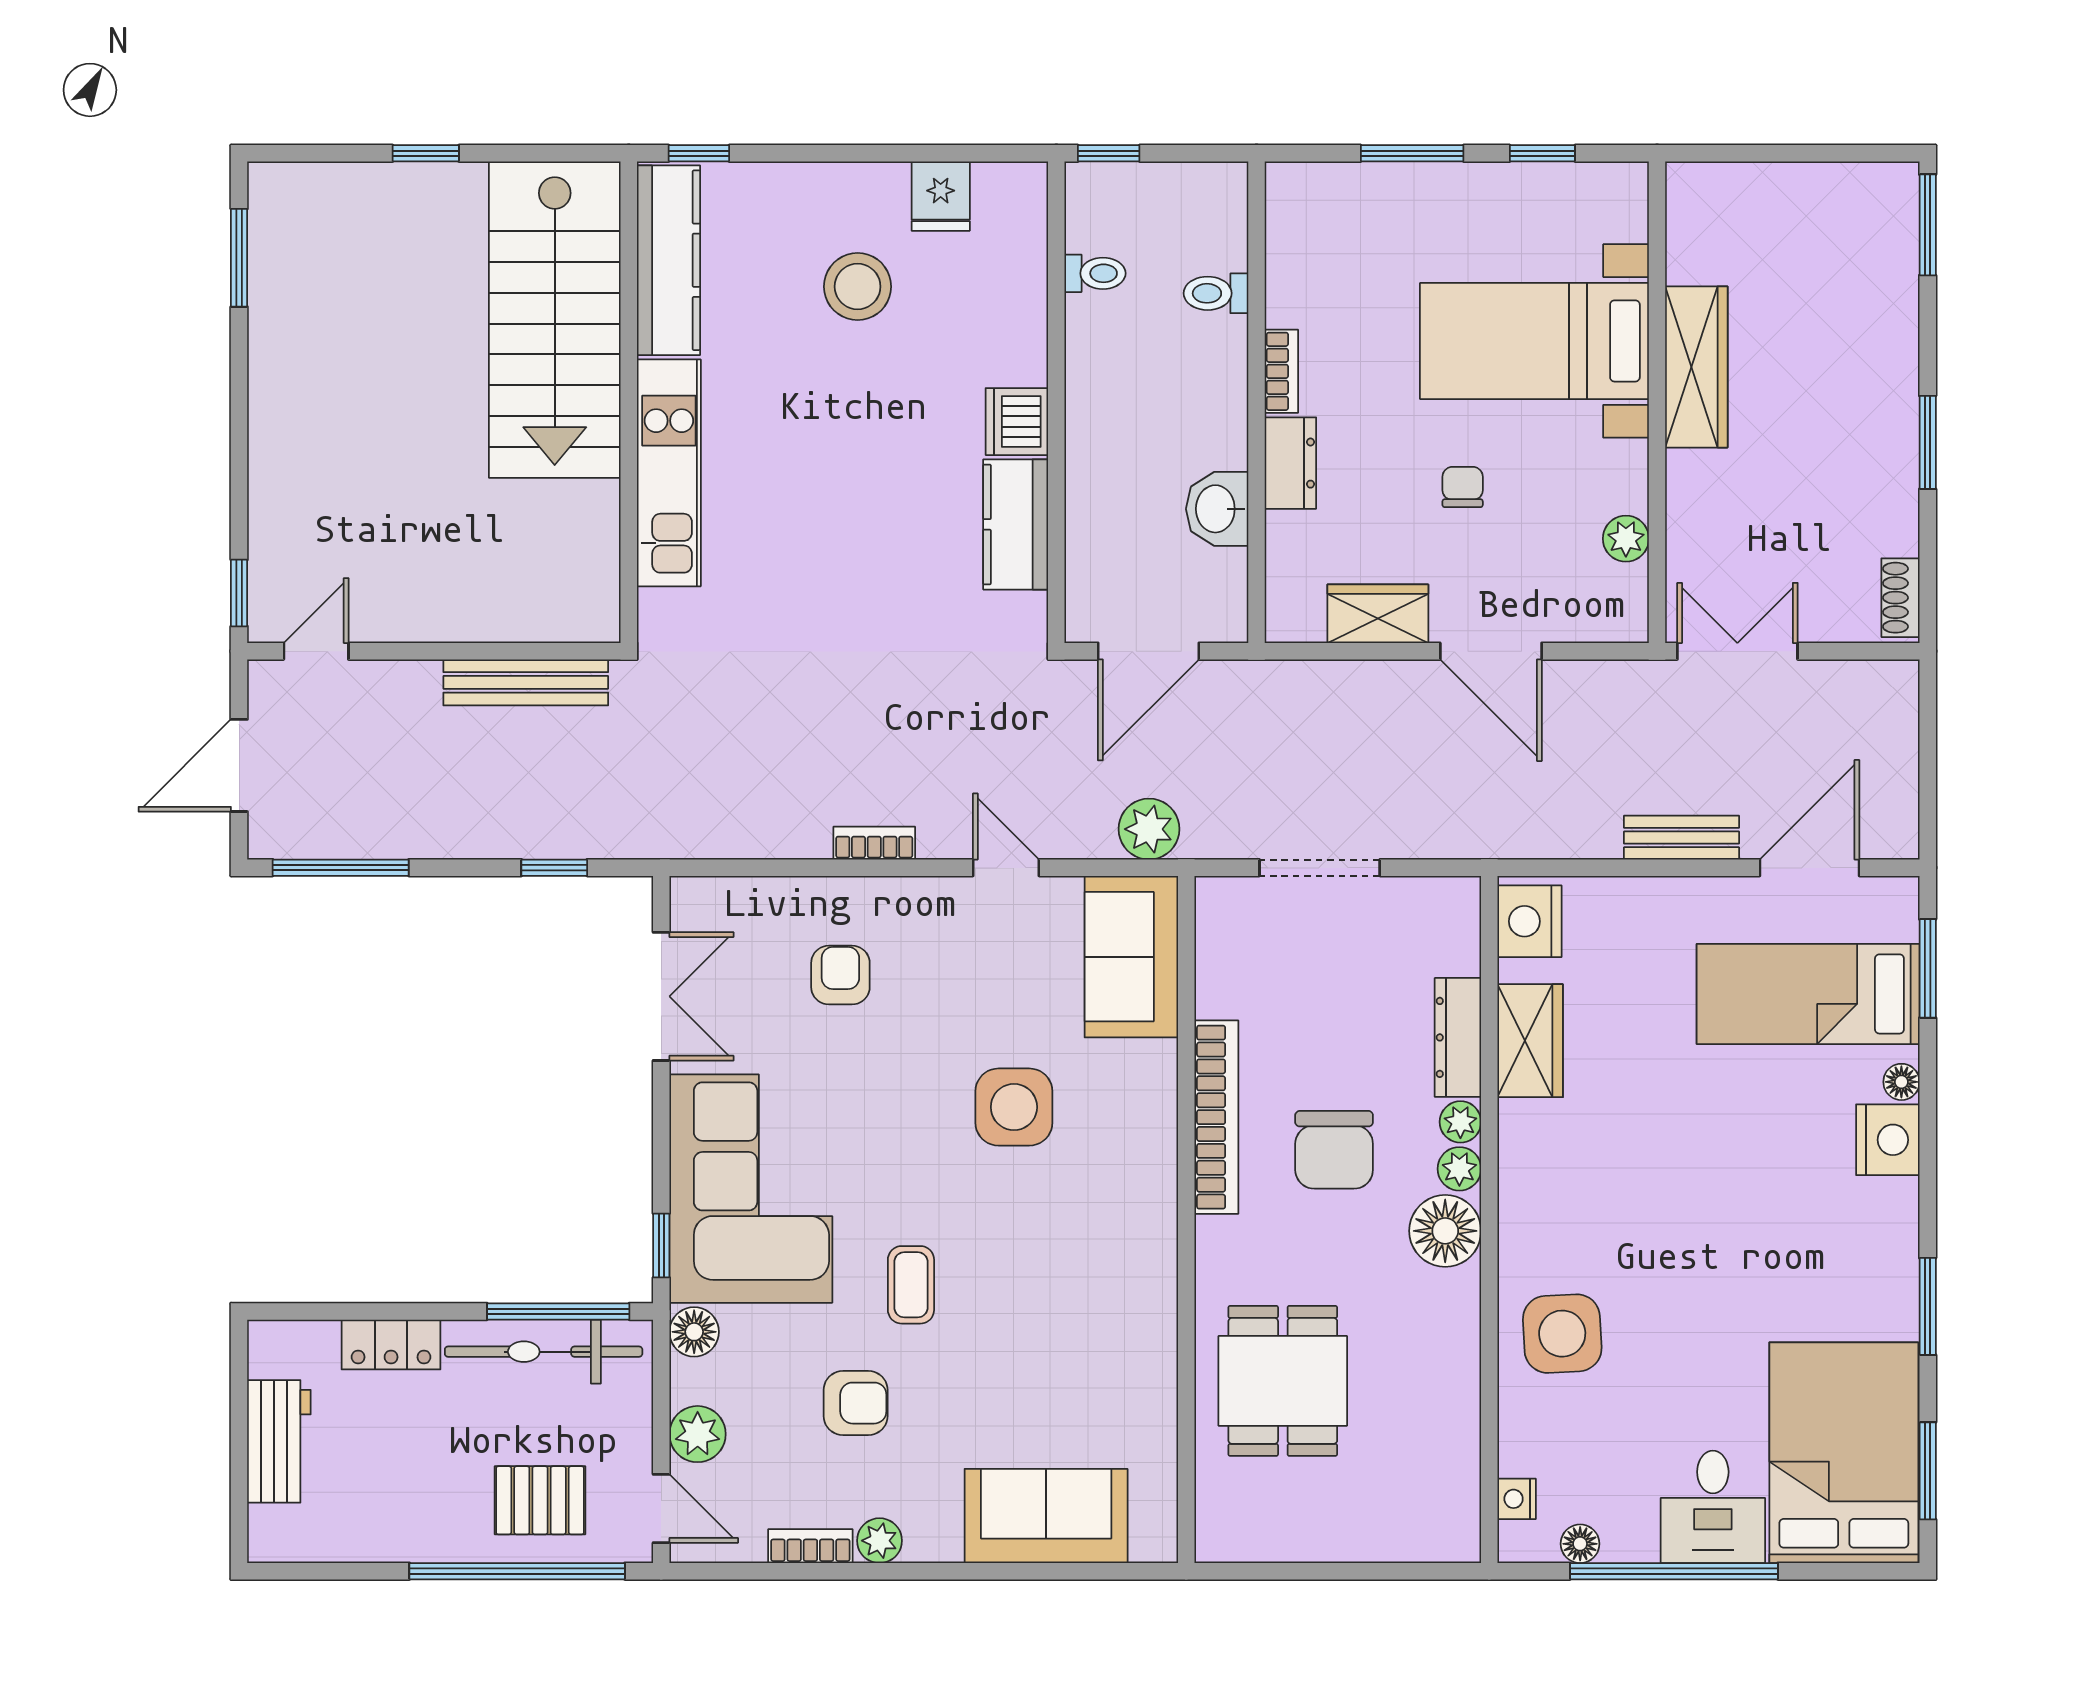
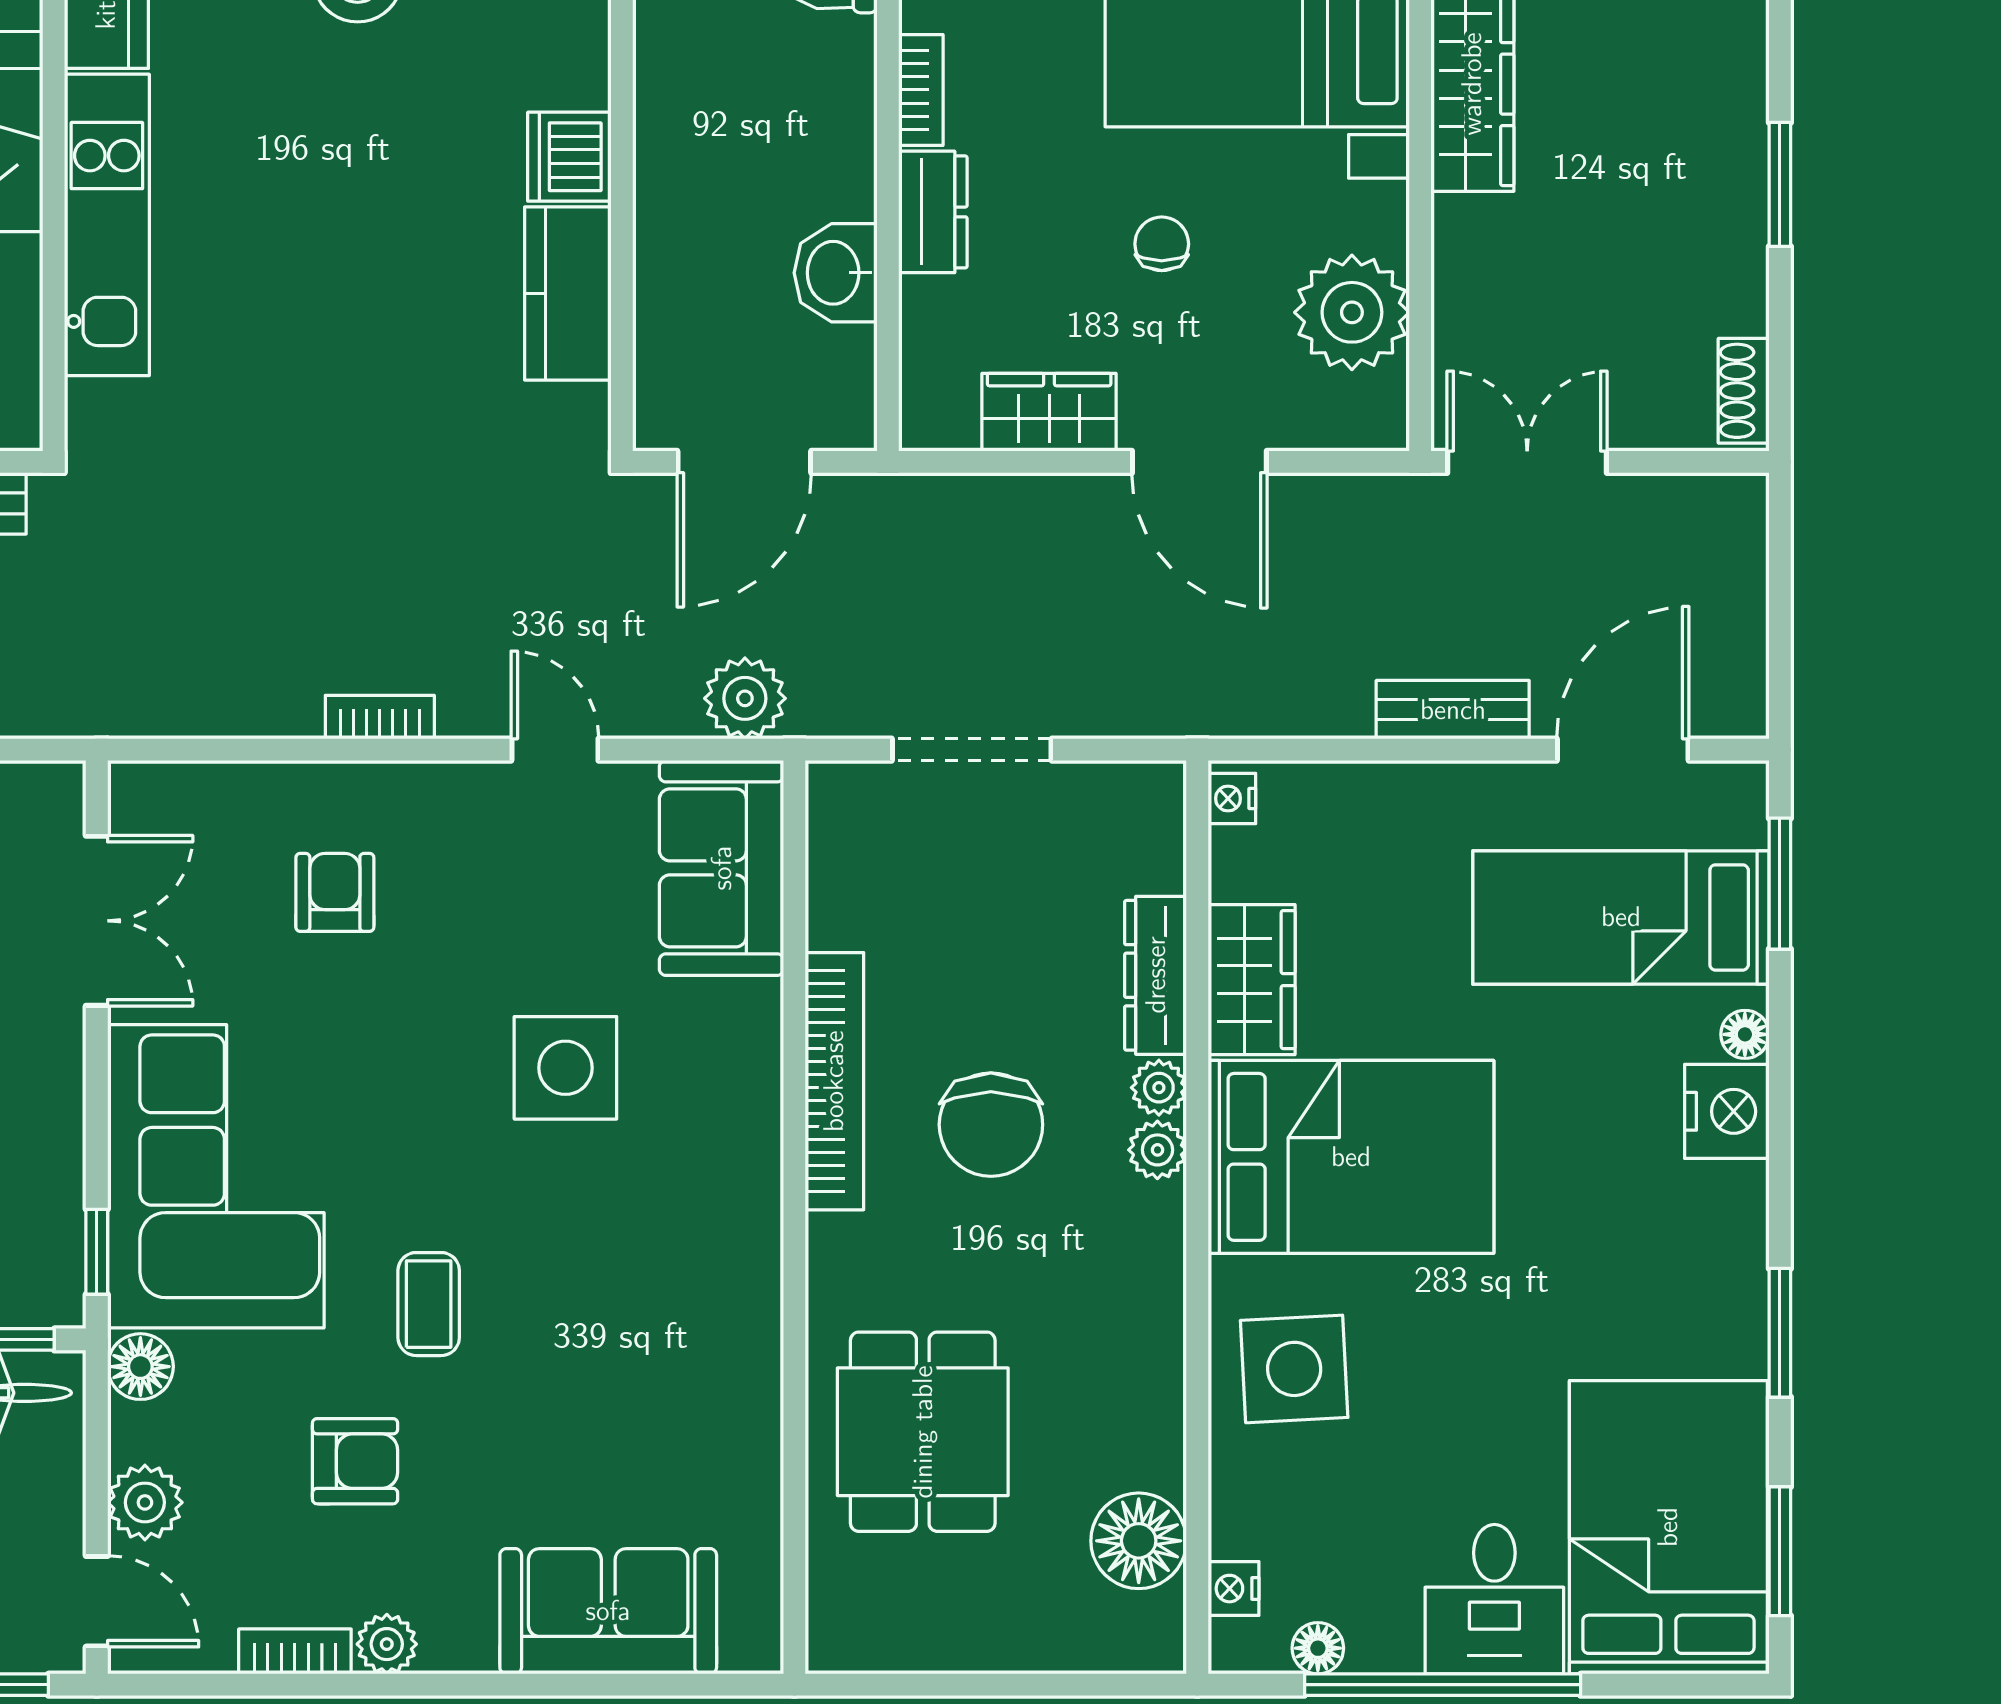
plant: (1626, 539) -> (1352, 312), width x1.87, depth x1.87
nightstand: (1530, 921) -> (1232, 798), width x0.53, depth x0.56
bed: (1605, 1174) -> (1351, 1157), added
floor lamp: (1445, 1231) -> (1139, 1541), moved

